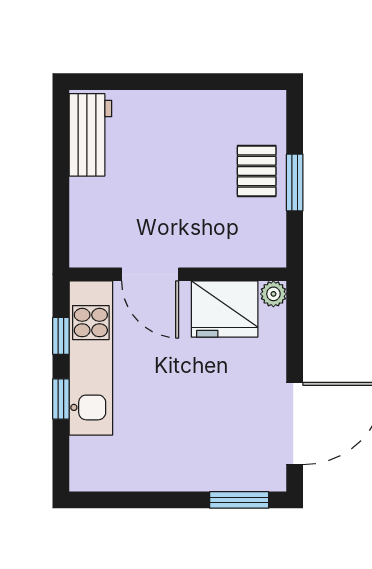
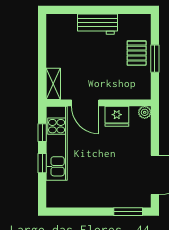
workbench: (90, 135) -> (98, 24), moved, turned 90
shelving: (84, 235) -> (53, 84), added
fridge: (225, 309) -> (117, 116), width x0.73, depth x0.75

